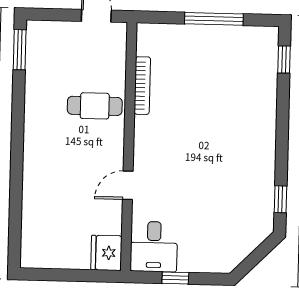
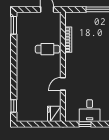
window: (15, 232) -> (14, 106), added
desk: (154, 247) -> (90, 111), moved

